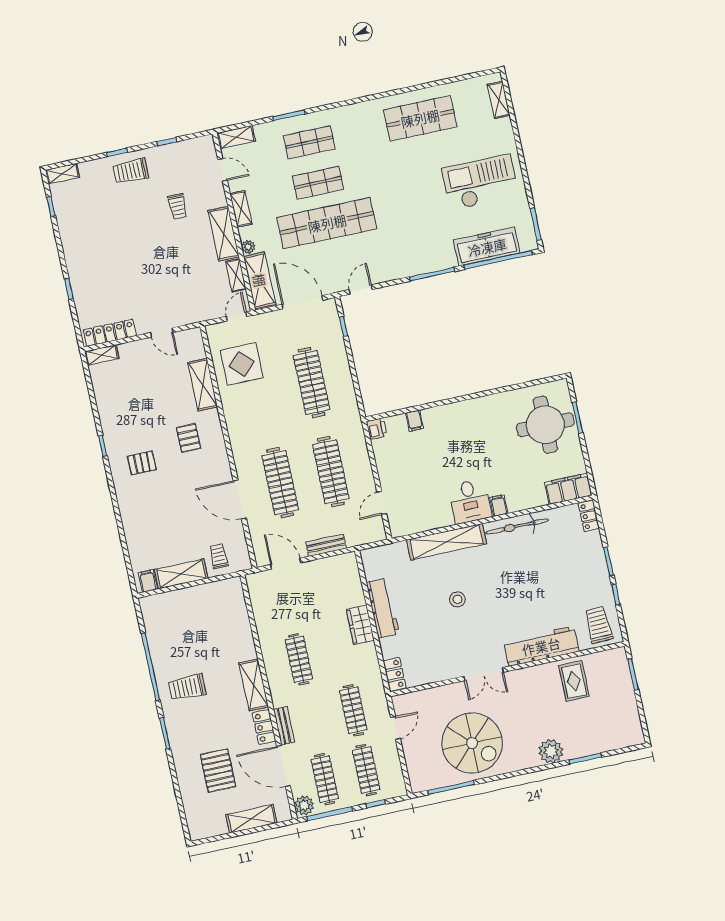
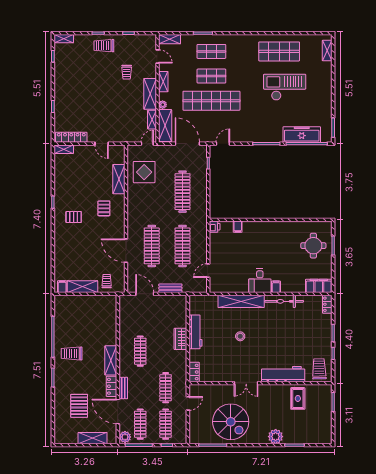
checkout: (480, 182) -> (285, 87), moved
round table: (545, 425) -> (313, 246), width x0.73, depth x0.73

